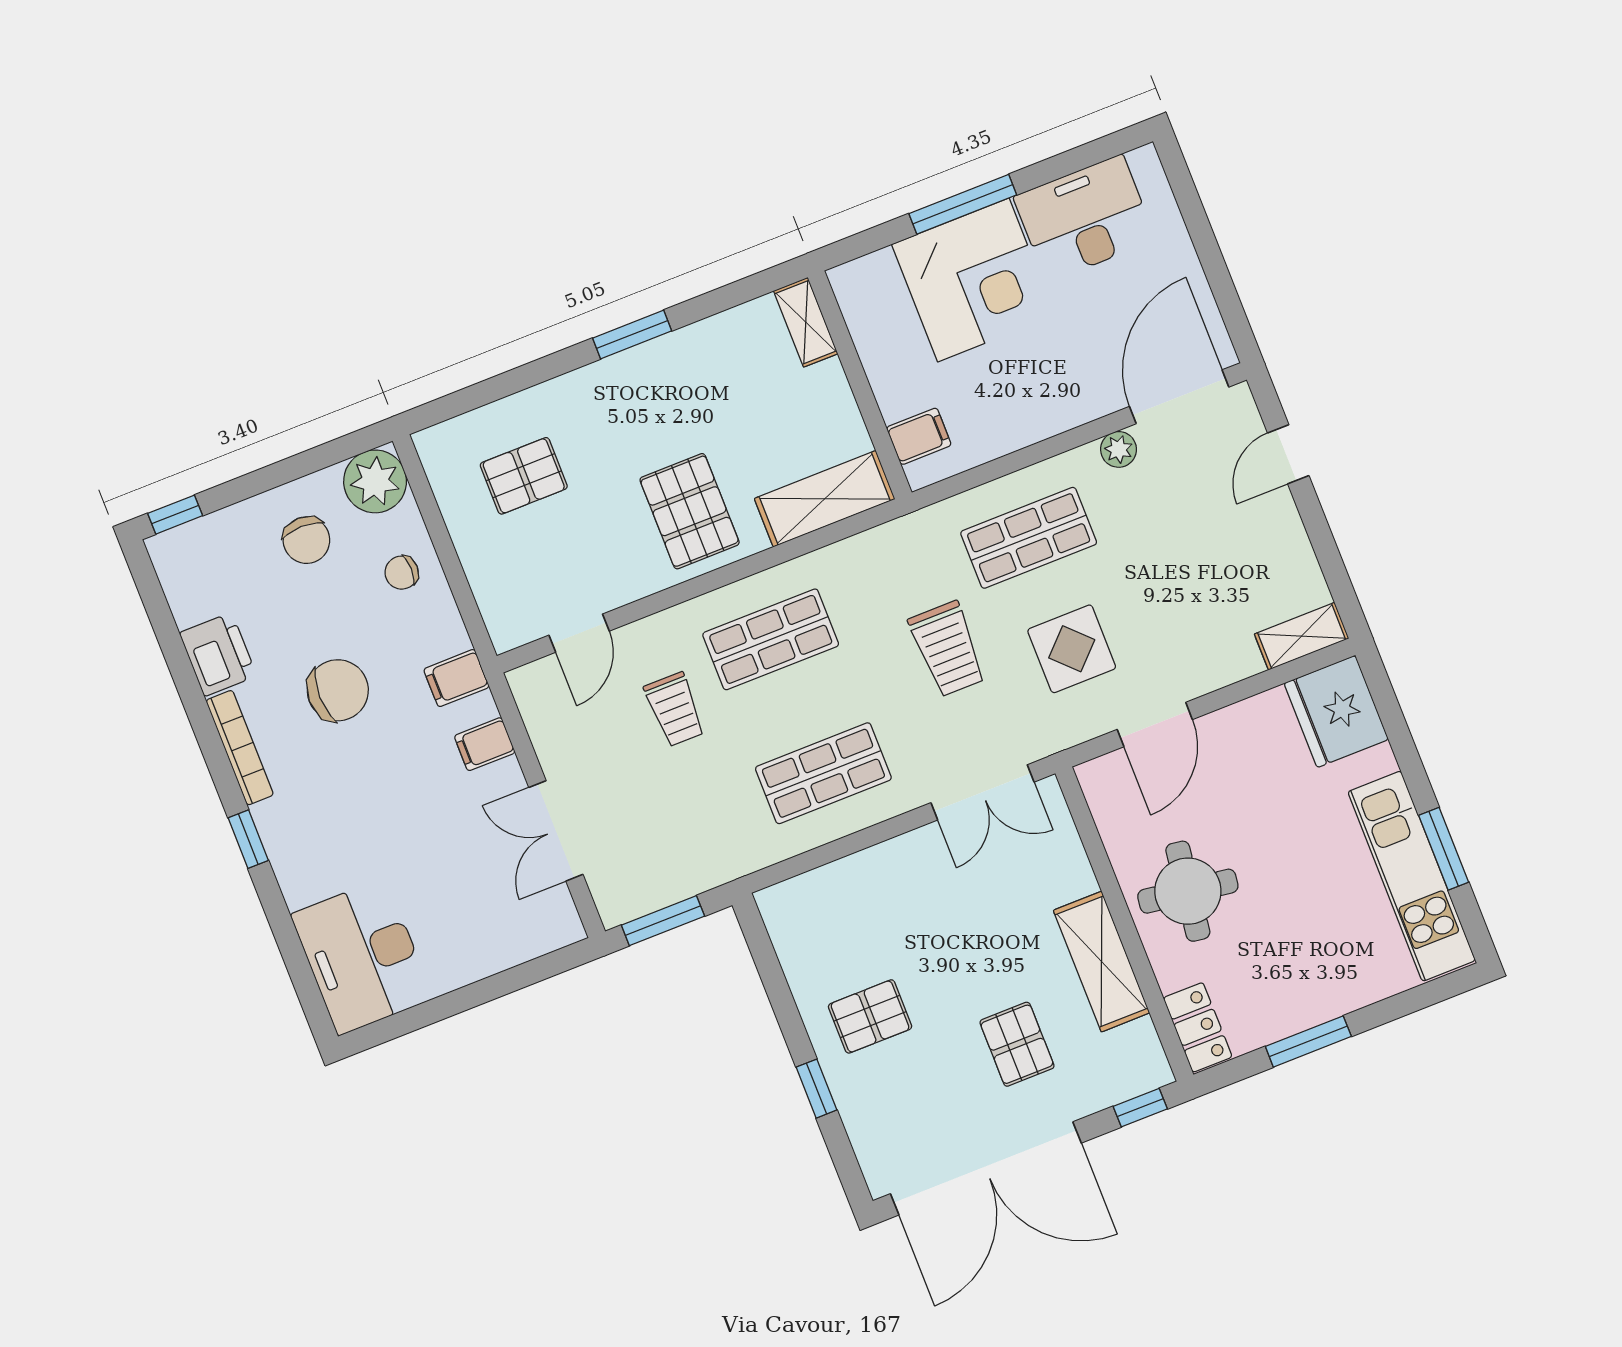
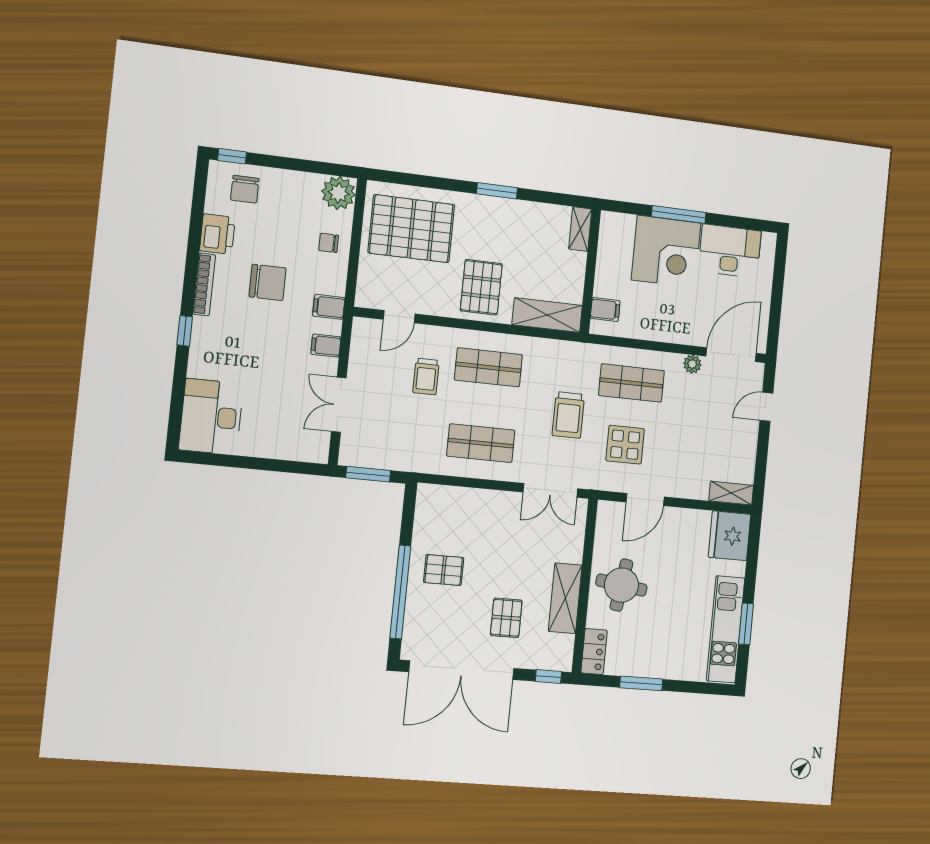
pallet: (524, 476) -> (411, 229), width x2.05, depth x2.00
chair: (306, 540) -> (245, 189), moved
window: (817, 1089) -> (400, 592), width x3.17

